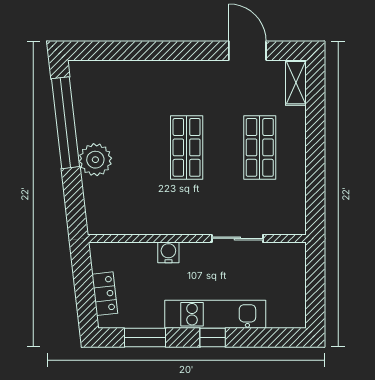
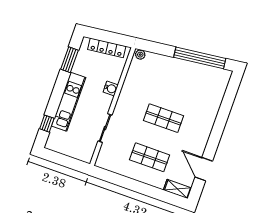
door: (247, 51) -> (204, 169), swing flipped
plant: (95, 160) -> (140, 55), moved, width x0.53, depth x0.53
locker: (105, 294) -> (107, 48), width x1.53
window: (213, 338) -> (47, 124), moved

